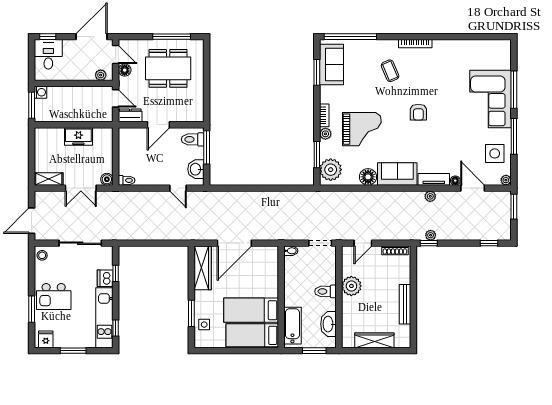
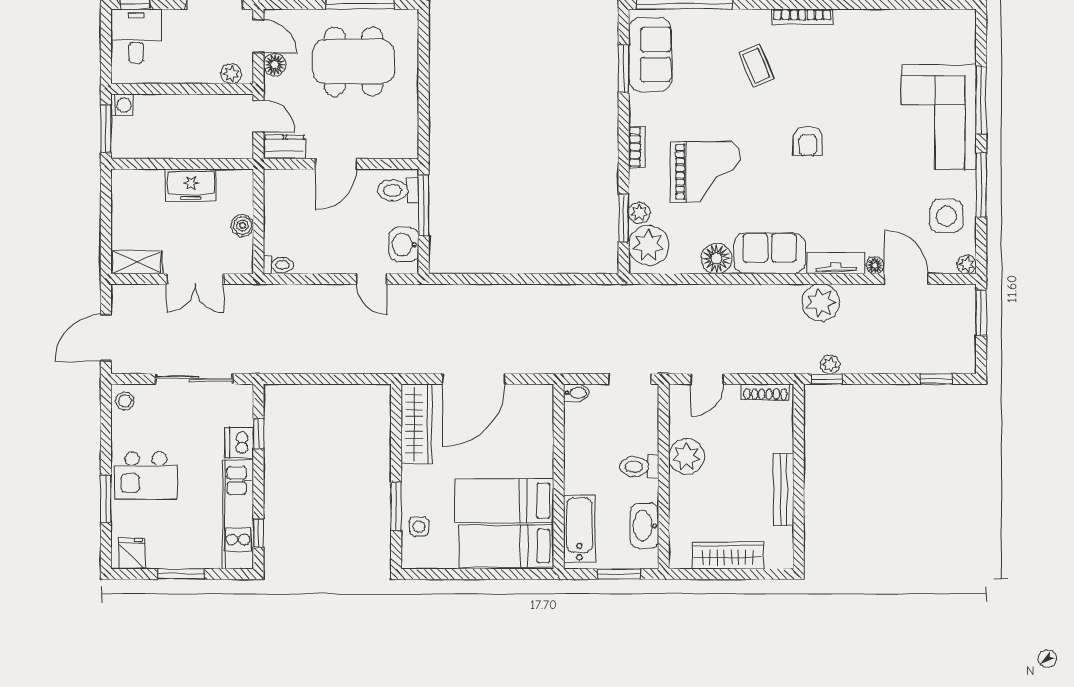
plant: (325, 134) -> (639, 213), moved
boiler: (107, 179) -> (242, 226), moved
plant: (430, 196) -> (821, 302), width x1.87, depth x1.87

